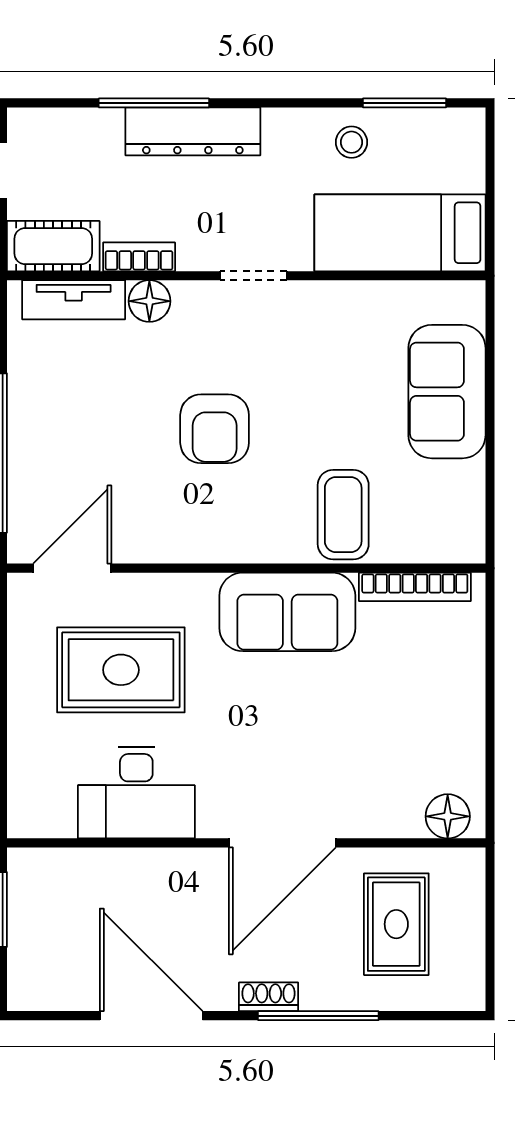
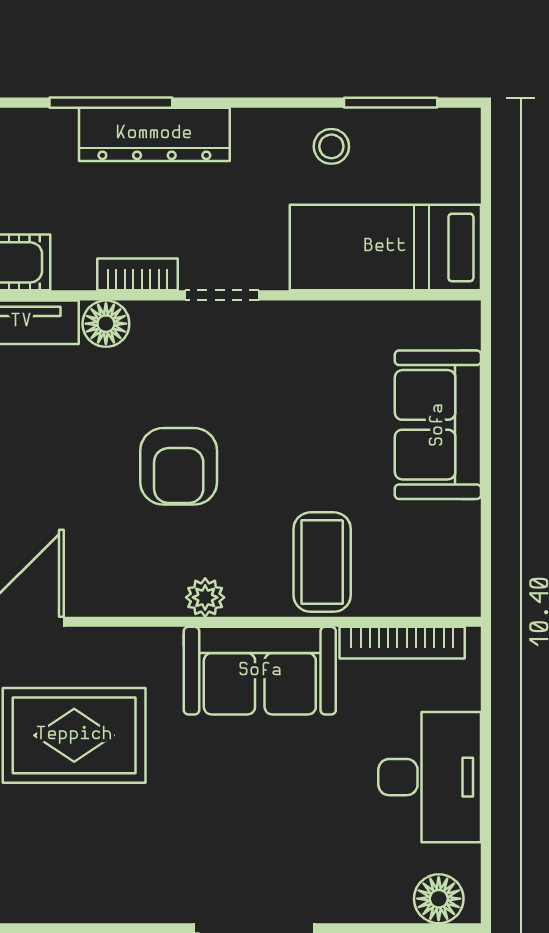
bookcase: (139, 257) -> (137, 274), moved
plant: (238, 546) -> (205, 597), added
desk: (136, 793) -> (430, 777), moved, turned -90

